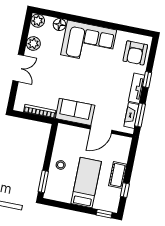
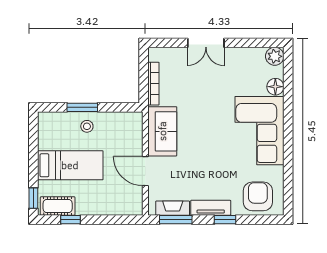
plant: (33, 43) -> (243, 57), removed
armchair: (135, 53) -> (258, 196), turned 90
cot: (118, 175) -> (58, 206), moved
window: (43, 182) -> (82, 107), moved

